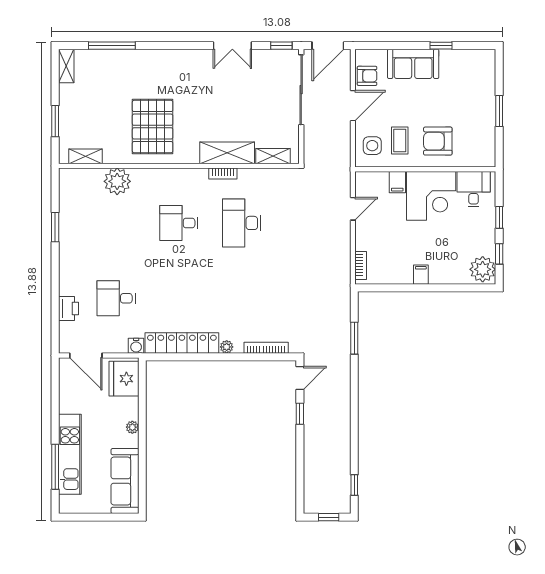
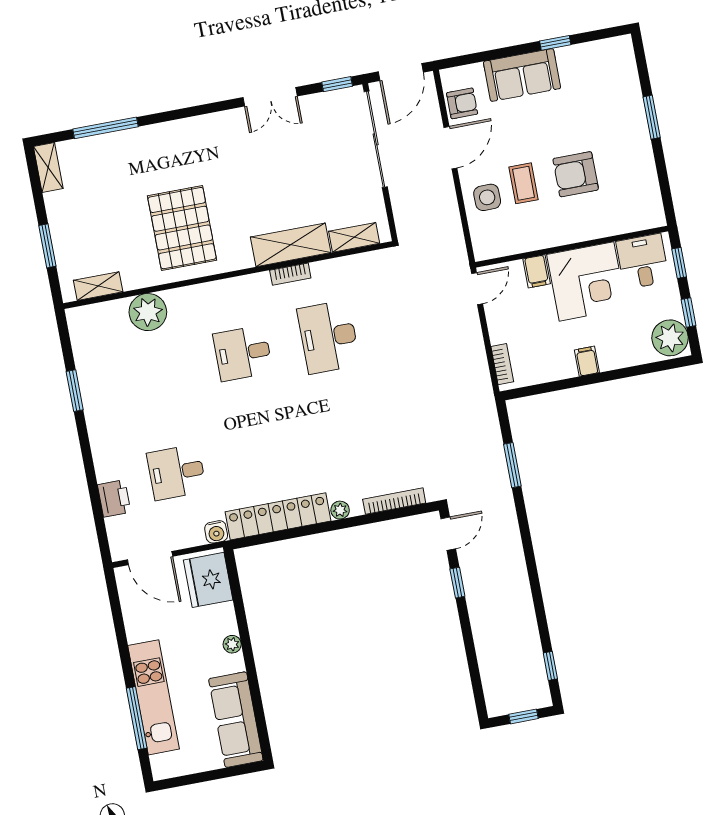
wall: (425, 169) -> (572, 247), moved
filing cabinet: (397, 182) -> (537, 271), moved
desk: (474, 189) -> (643, 261), moved
corner desk: (431, 196) -> (587, 281), moved

